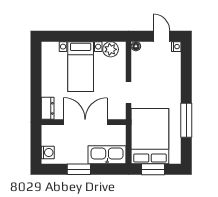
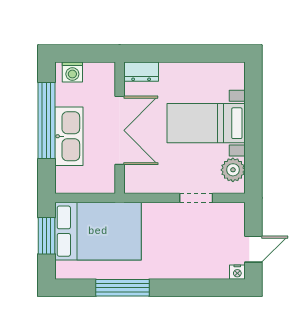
floor lamp: (136, 46) -> (238, 209), removed
doorway: (129, 93) -> (196, 198), moved
kitchen sink: (107, 155) -> (69, 136), moved
window: (79, 169) -> (46, 120), width x2.11

